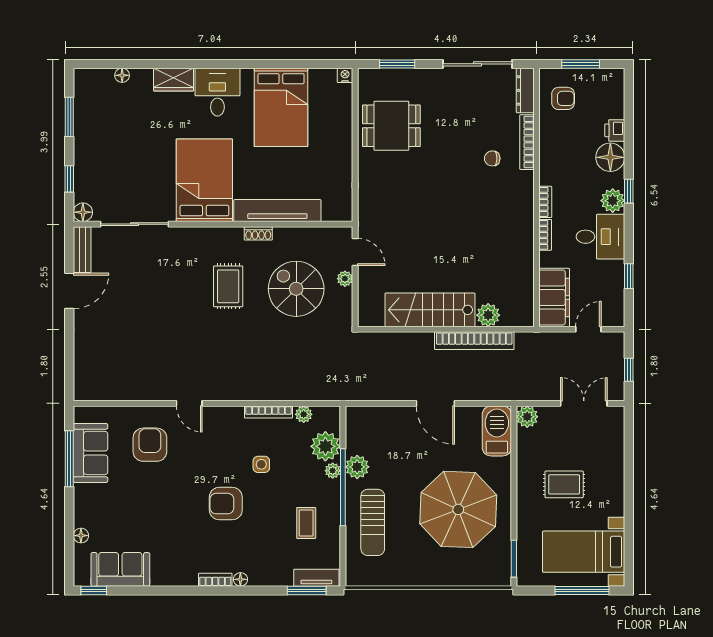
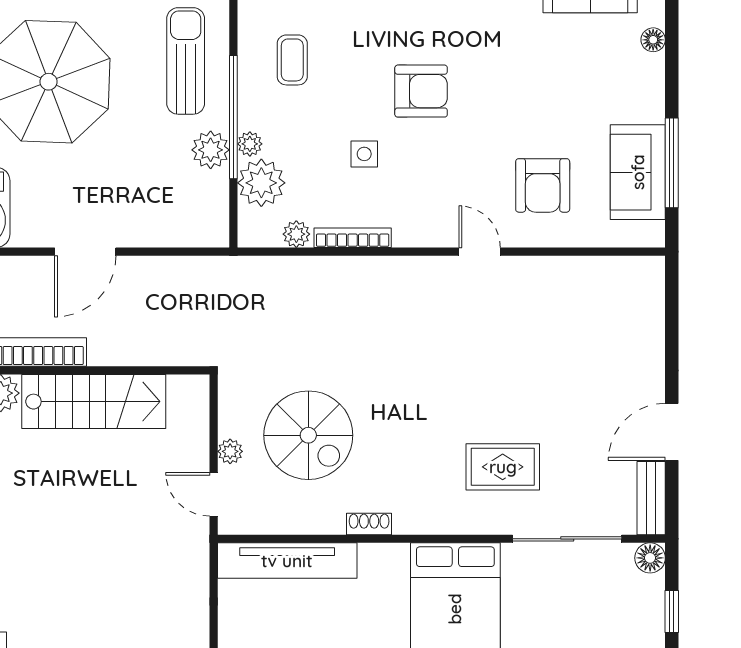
tv unit: (277, 211) -> (287, 561), moved
rug: (228, 286) -> (503, 467), moved, turned 90
door: (435, 403) -> (85, 252), swing flipped

